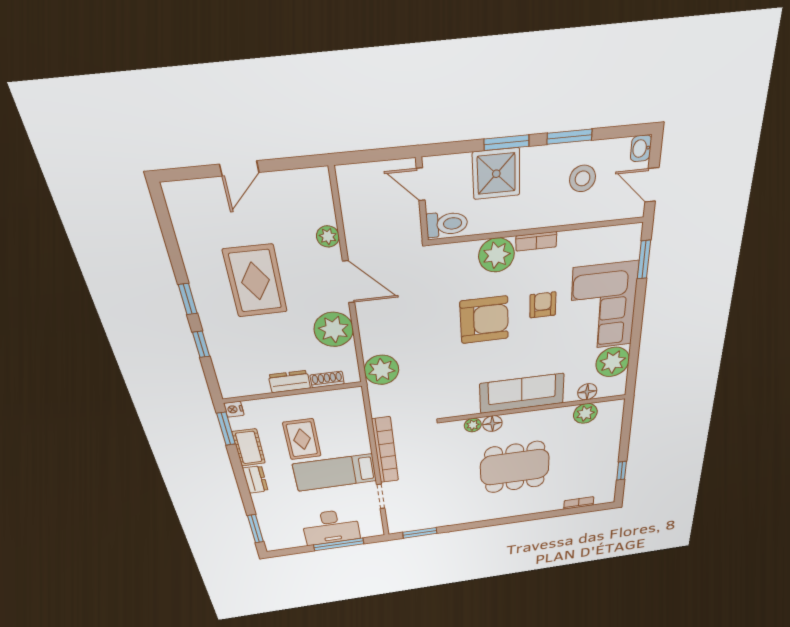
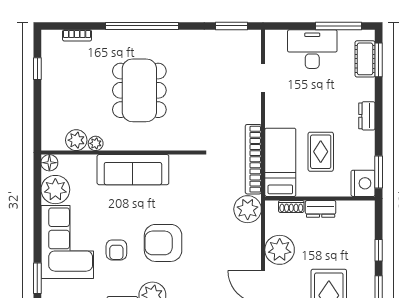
floor lamp: (587, 392) -> (49, 163), moved
nightstand: (234, 409) -> (363, 183), width x1.89, depth x1.79
floor lamp: (492, 424) -> (159, 142), removed
plant: (473, 425) -> (96, 143), moved
cot: (249, 448) -> (365, 59), moved
bookcase: (385, 450) -> (253, 159), moved
dining table: (515, 467) -> (139, 90), turned 90
bed: (335, 472) -> (280, 162), moved, turned -90
window: (512, 520) -> (142, 26), added
window: (339, 544) -> (339, 26), moved

